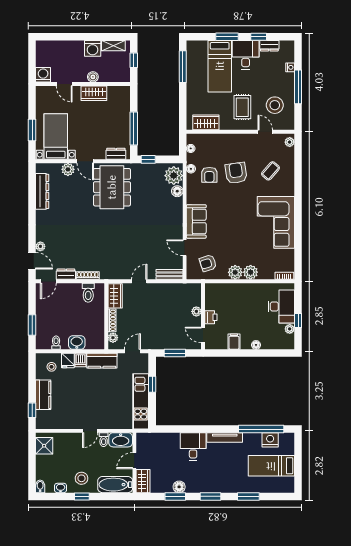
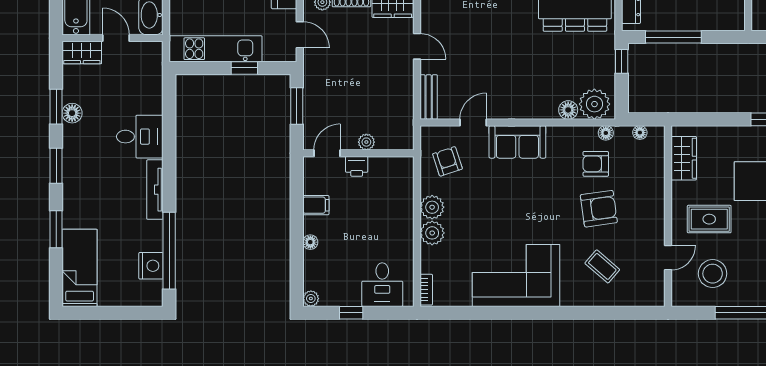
plant: (290, 142) -> (651, 298), removed
desk: (281, 307) -> (382, 285), width x0.73
plant: (290, 329) -> (311, 299), moved
bed: (271, 466) -> (80, 268), moved

